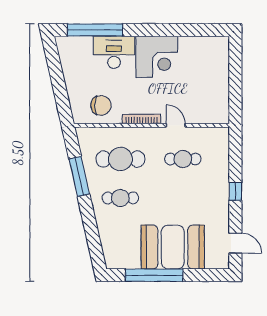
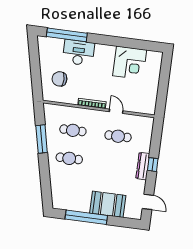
corner desk: (157, 57) -> (130, 63), moved
chair: (101, 105) -> (59, 79), moved, turned 180
cafe table: (120, 159) -> (73, 130), width x0.73, depth x0.74
dresser: (222, 195) -> (143, 166), added
booth: (173, 247) -> (108, 204), width x0.73, depth x0.70

